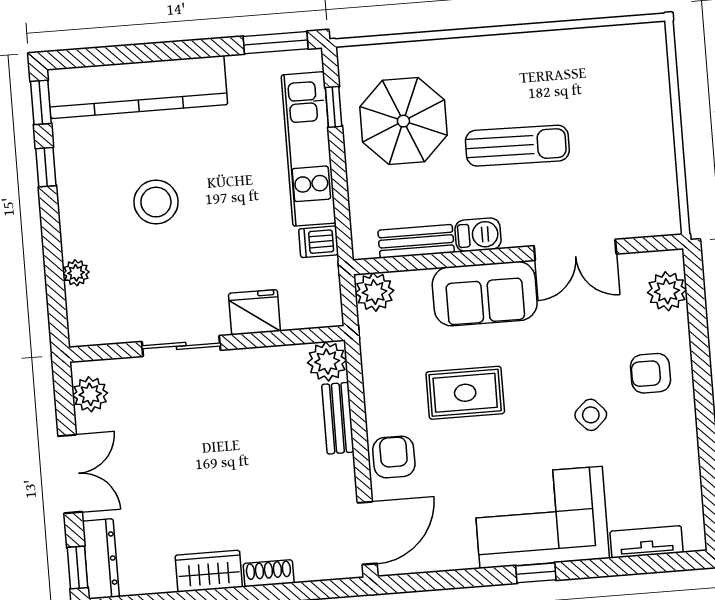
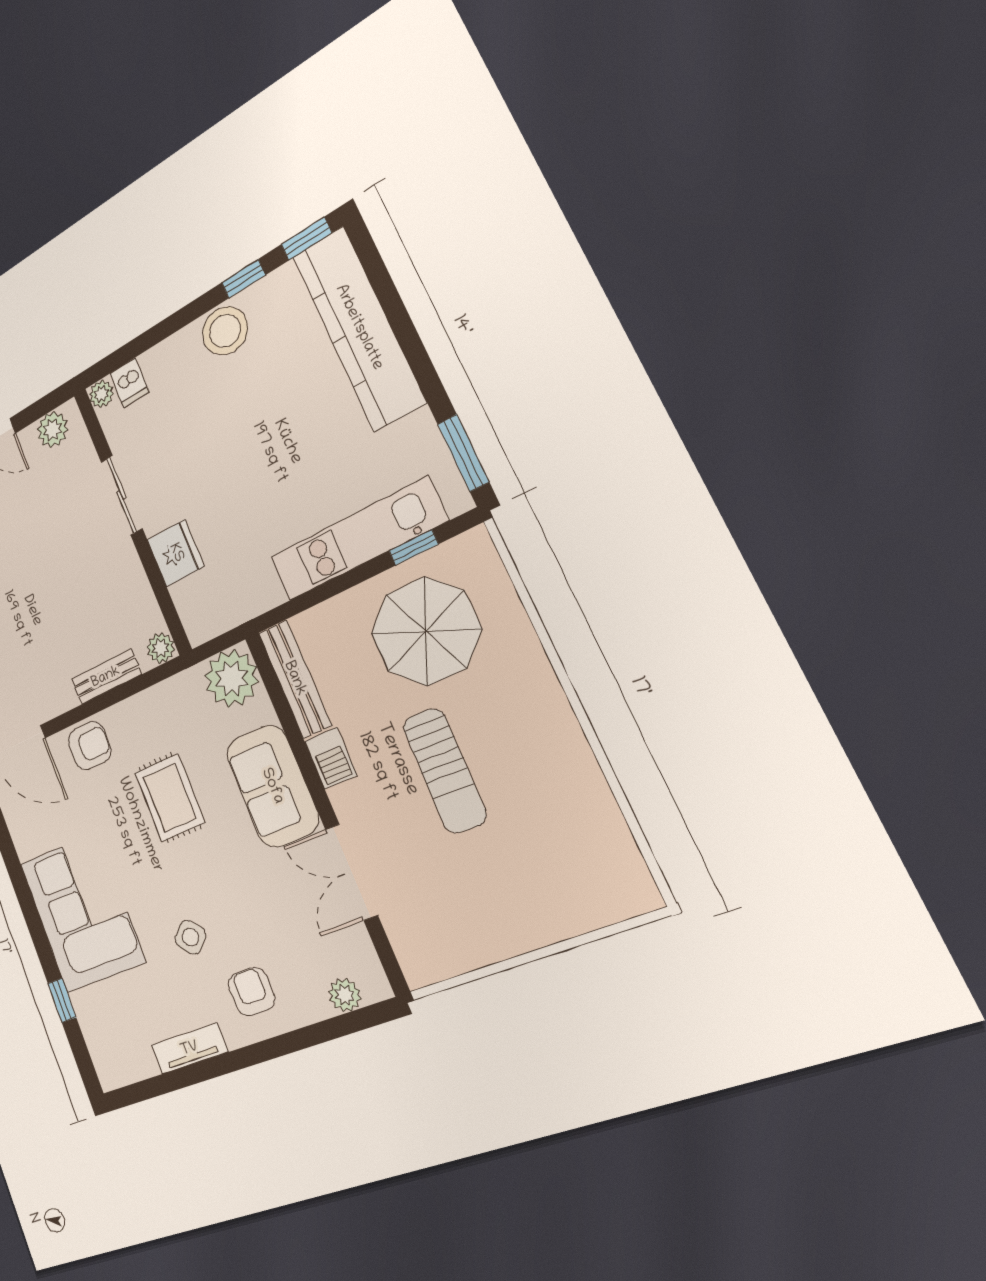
stool: (156, 202) -> (225, 331), moved
bench: (416, 241) -> (295, 679), width x1.36
dishwasher: (319, 242) -> (129, 383), moved, turned 180
plant: (76, 273) -> (101, 394), moved
plant: (667, 291) -> (345, 995), width x0.73, depth x0.73
plant: (374, 292) -> (231, 678), width x1.36, depth x1.36
plant: (327, 361) -> (161, 648), width x0.73, depth x0.73
tv unit: (647, 542) -> (190, 1049), moved, turned -90
window: (536, 573) -> (62, 1000), moved

